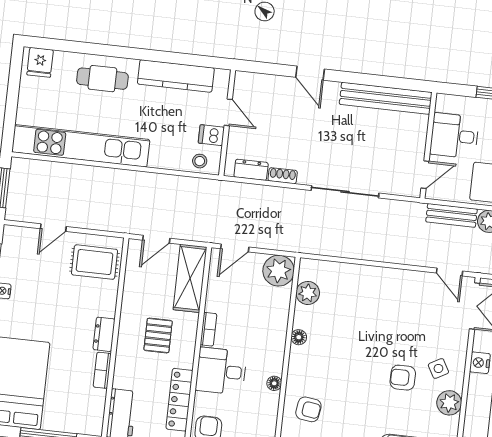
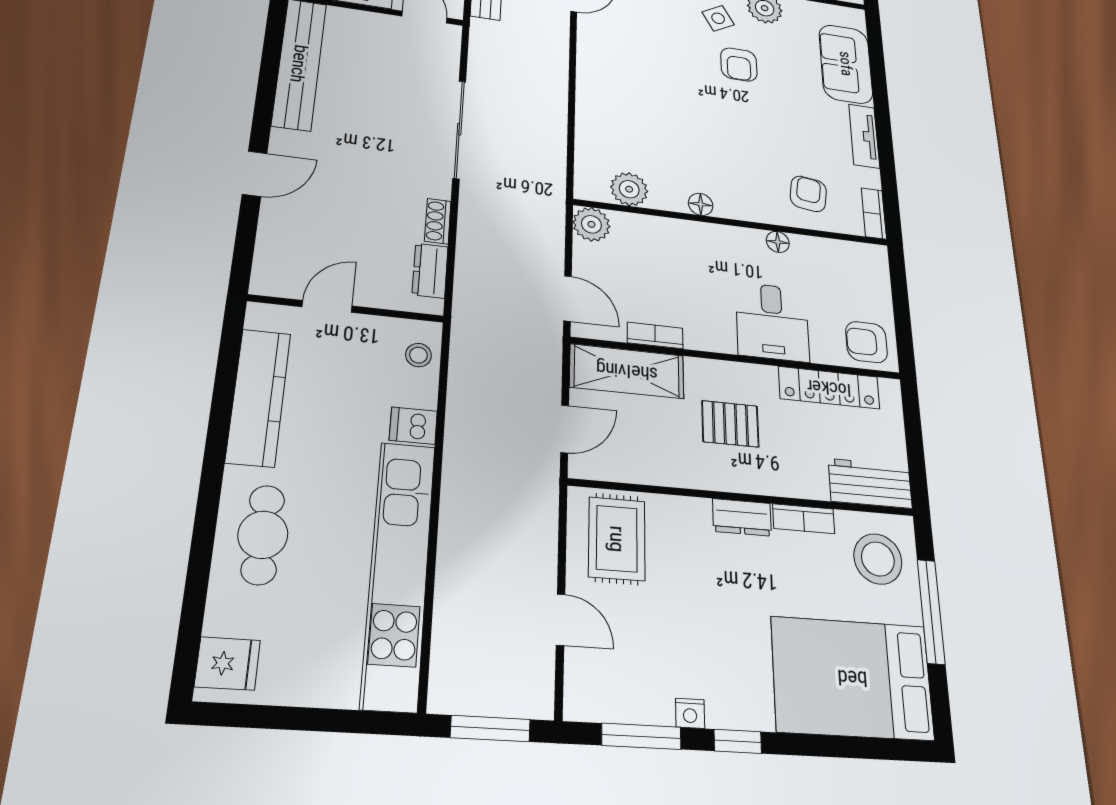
dishwasher: (211, 135) -> (413, 426), moved, turned 90
door: (156, 239) -> (565, 429), hinge flipped
plant: (279, 271) -> (591, 224), width x0.73, depth x0.73
bookcase: (208, 329) -> (655, 335), moved
stool: (78, 410) -> (878, 559), added

